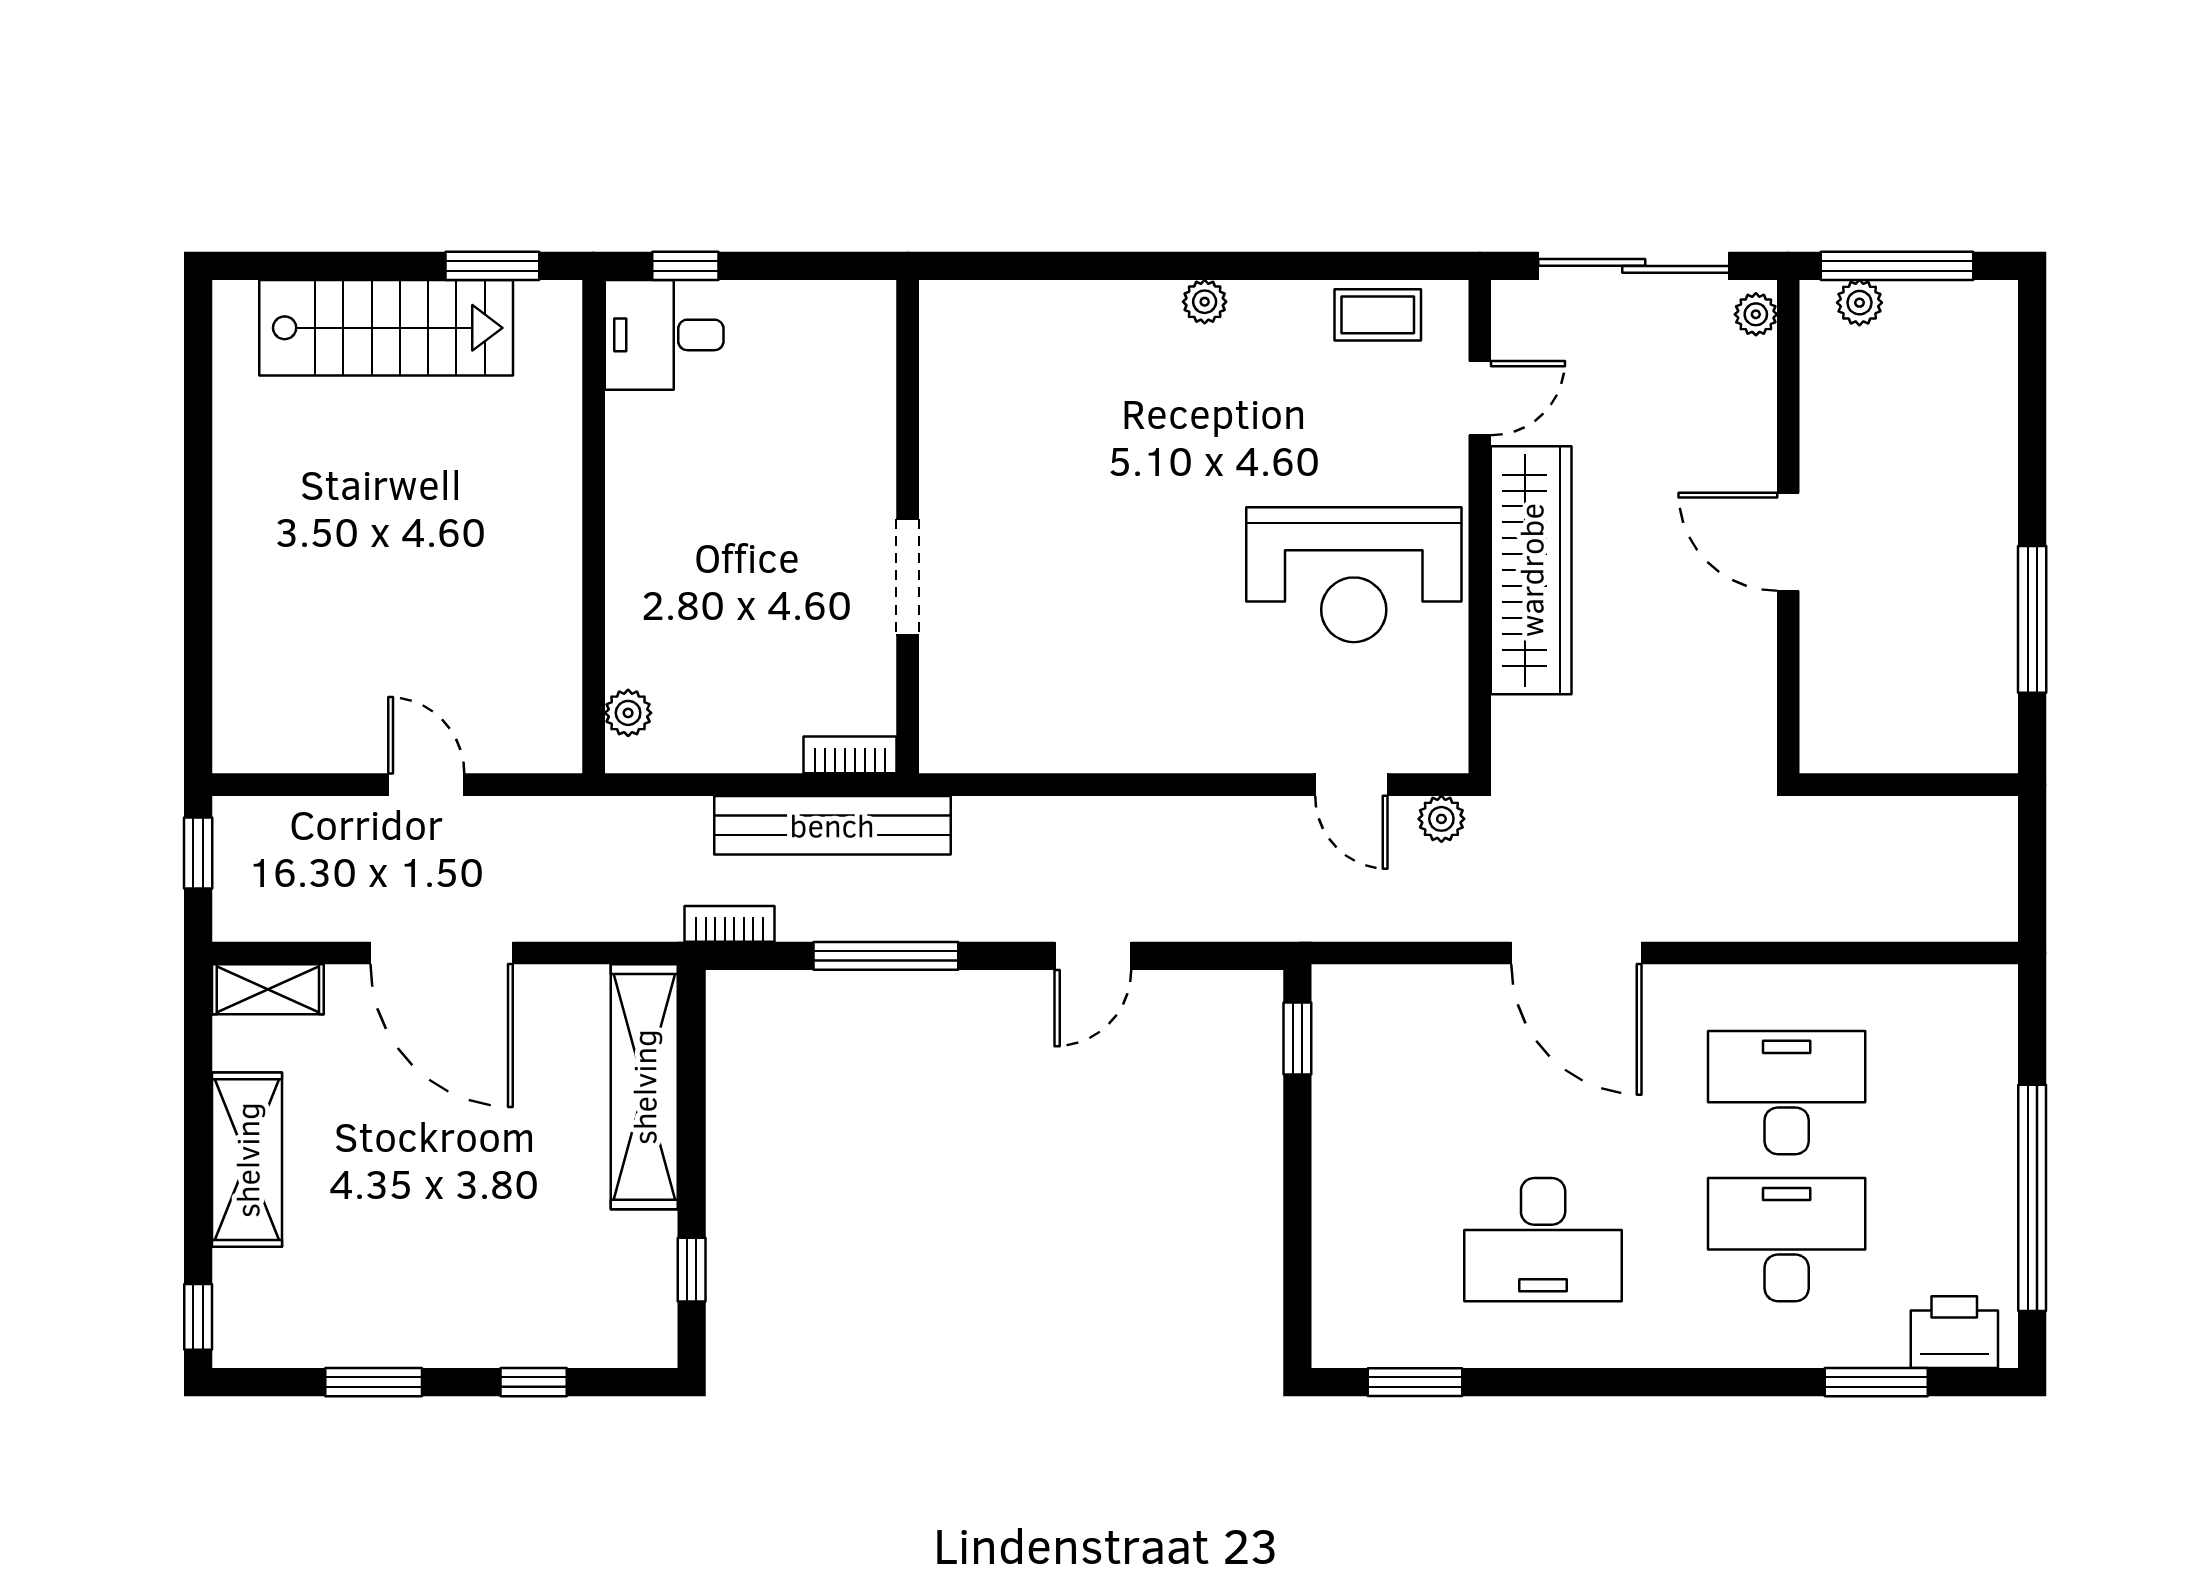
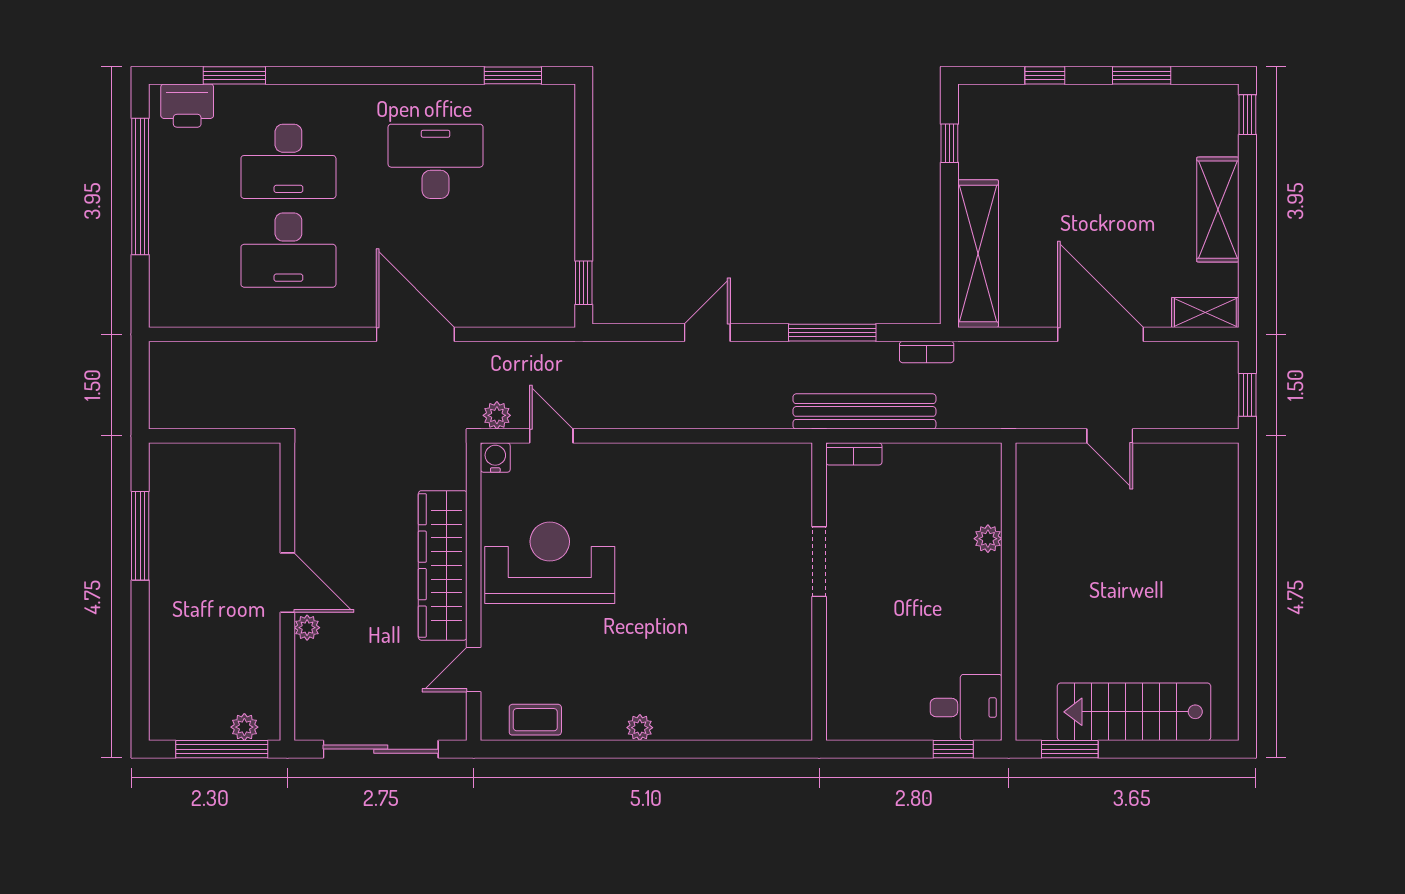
plant: (1756, 314) -> (307, 628), moved
plant: (628, 713) -> (988, 539), moved
water cooler: (1444, 749) -> (495, 458), added

